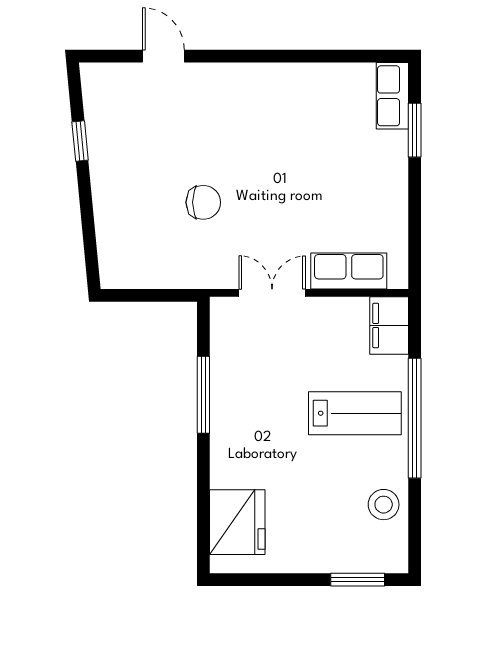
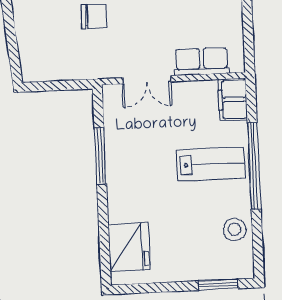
double door: (272, 293) -> (147, 80), swing flipped

